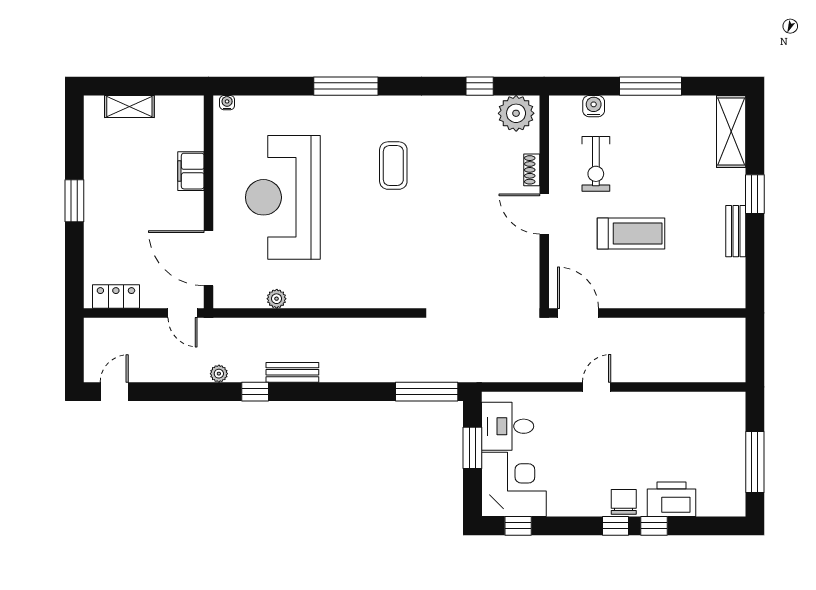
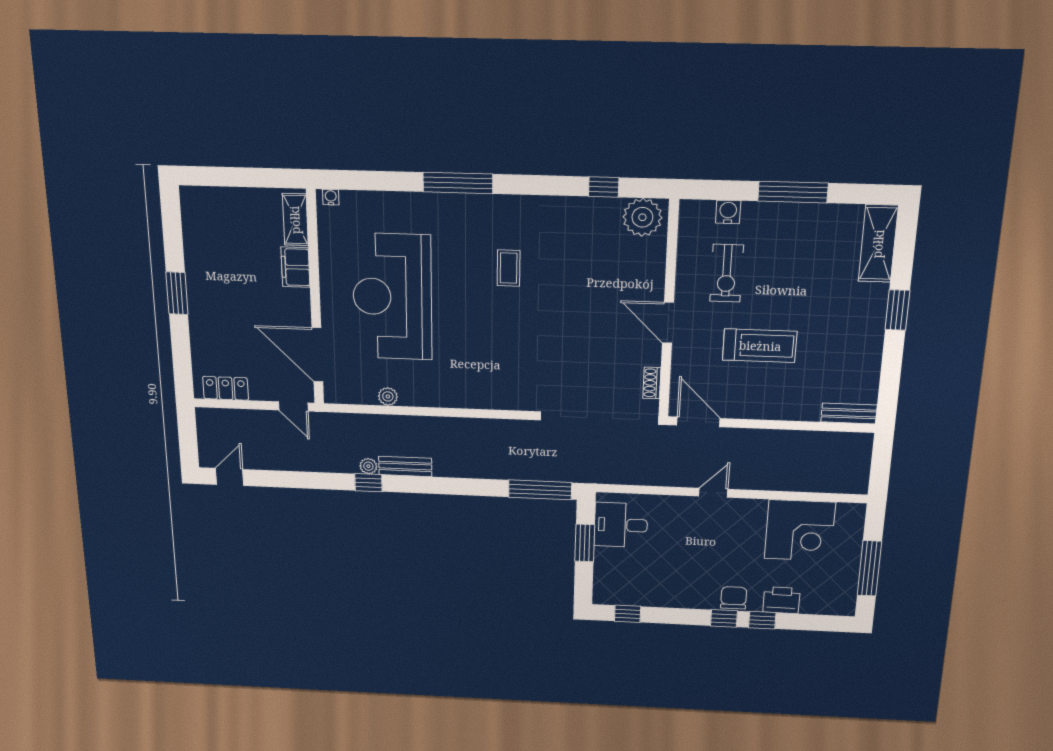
shelving: (129, 106) -> (295, 220), moved, turned 90
coffee table: (393, 166) -> (509, 268), width x0.73, depth x0.77
shoe rack: (532, 170) -> (652, 383), moved
bench: (736, 231) -> (849, 413), moved, turned 90
plant: (219, 374) -> (368, 466), moved
corner desk: (514, 484) -> (800, 530), moved, turned 90
printer: (671, 499) -> (781, 600), width x0.73, depth x0.84

